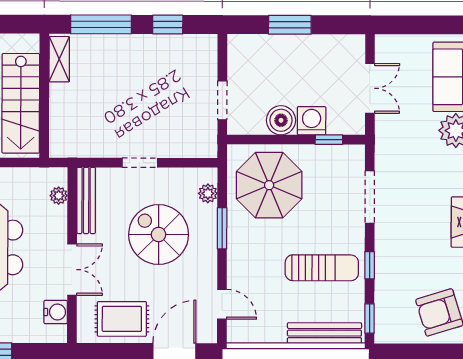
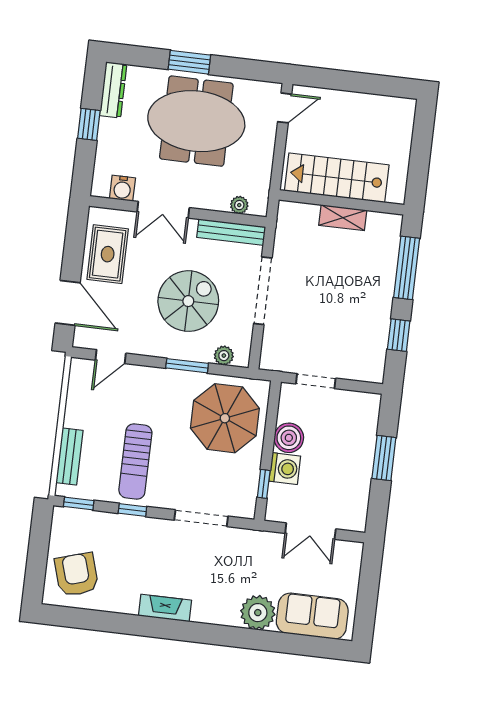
shelving: (59, 59) -> (343, 218), moved
doorway: (140, 163) -> (263, 291), width x1.87
bench: (324, 333) -> (69, 456), width x0.73

